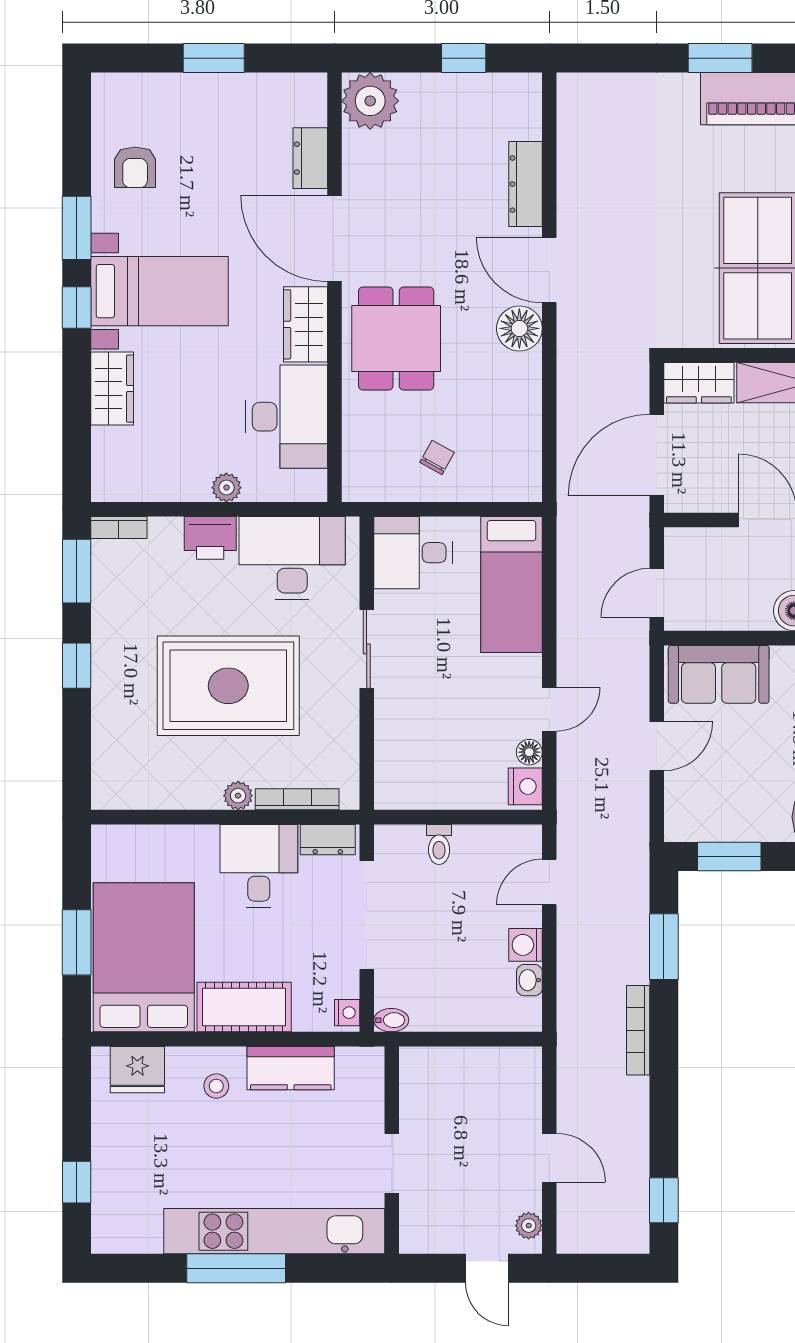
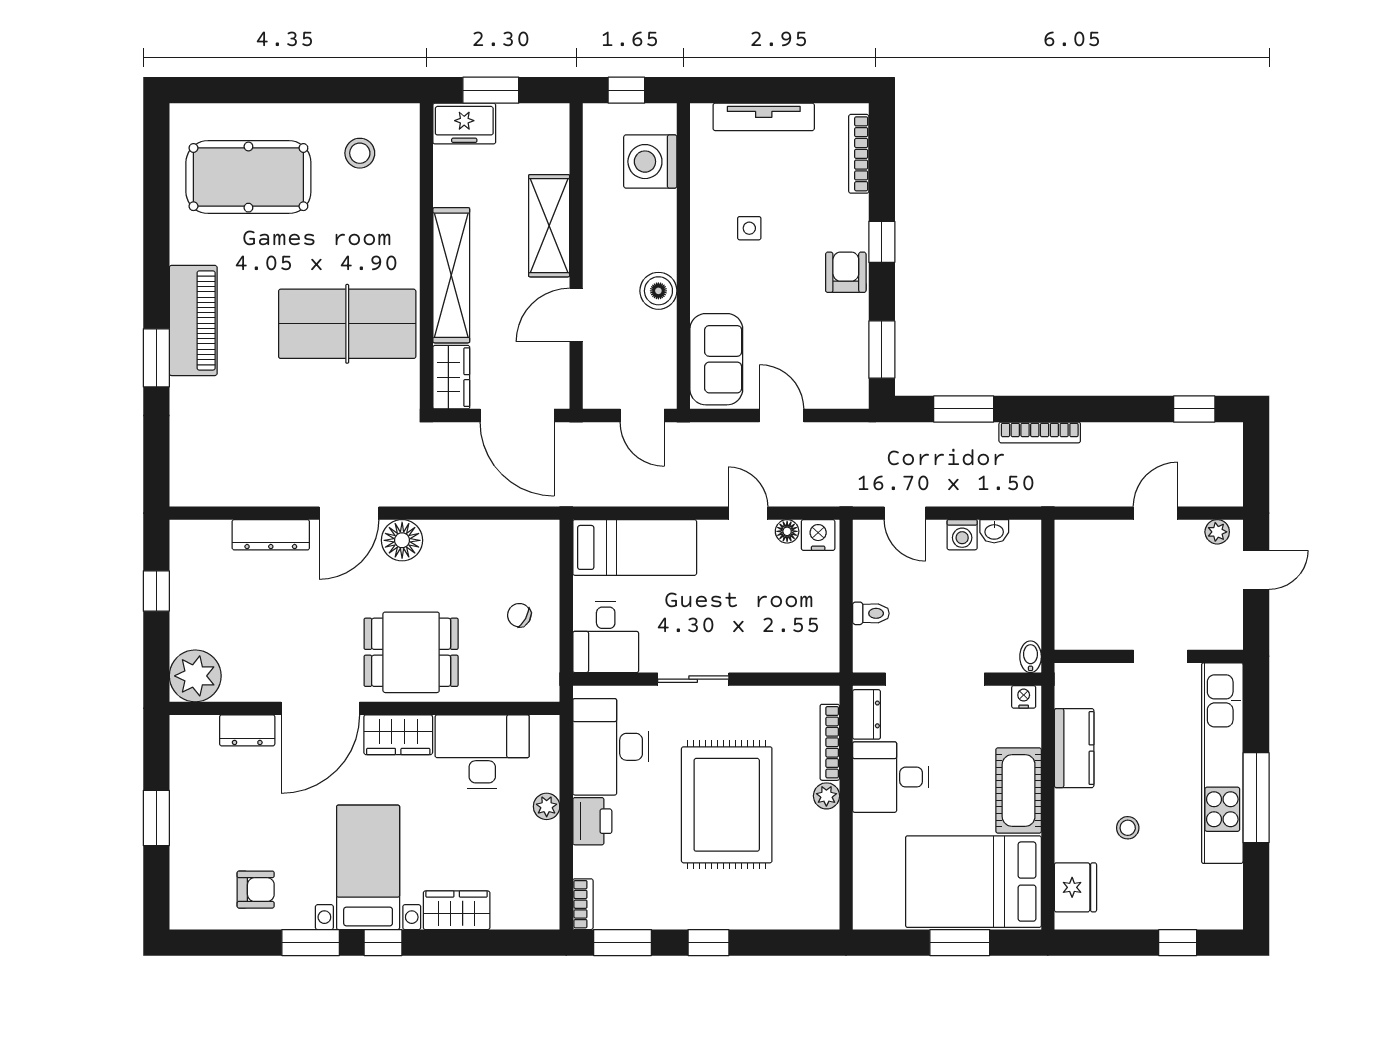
stool: (216, 1086) -> (1128, 828), moved

